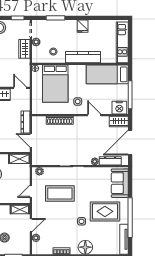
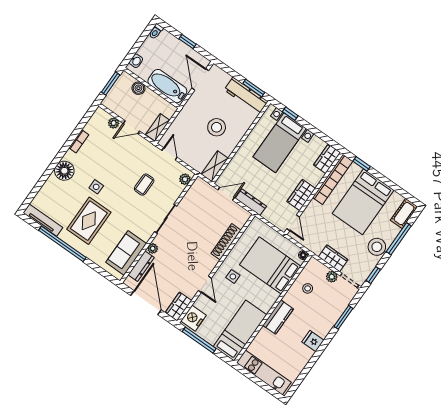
kitchen counter: (83, 57) -> (278, 317), width x0.67
door: (20, 88) -> (293, 223), hinge flipped
door: (94, 115) -> (205, 284), hinge flipped
sofa: (120, 183) -> (126, 253), moved, turned -90
coffee table: (60, 193) -> (144, 185), width x0.54, depth x0.58
door: (31, 225) -> (131, 127), hinge flipped

